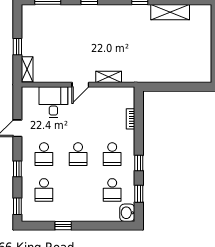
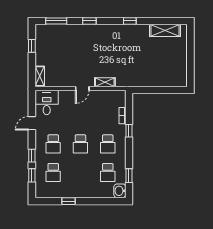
shelving: (170, 12) -> (165, 30), moved
window: (17, 47) -> (32, 46), moved
desk: (53, 102) -> (47, 102), moved
window: (139, 163) -> (129, 131), moved
window: (17, 206) -> (32, 175), moved

